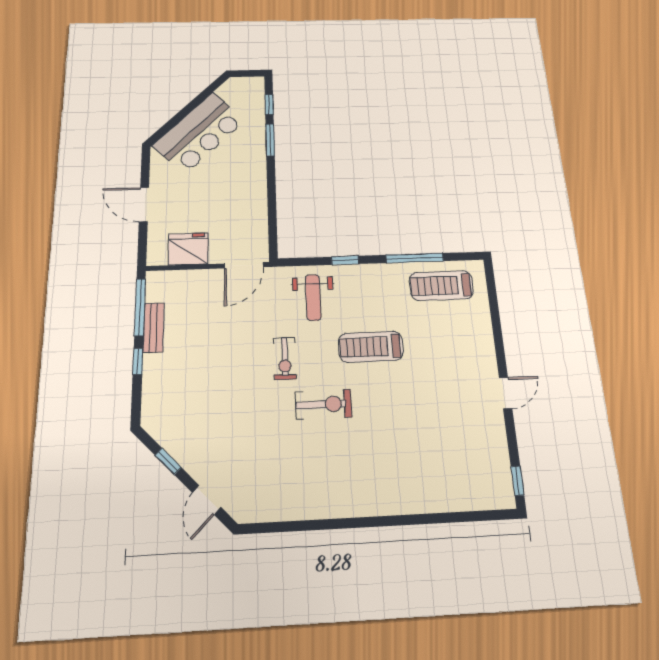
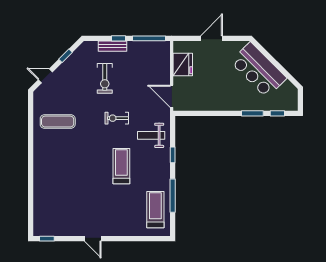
bench: (153, 328) -> (113, 46), moved
exercise bike: (323, 404) -> (105, 78), moved
exercise mat: (295, 471) -> (58, 122), added

